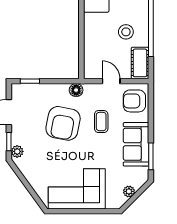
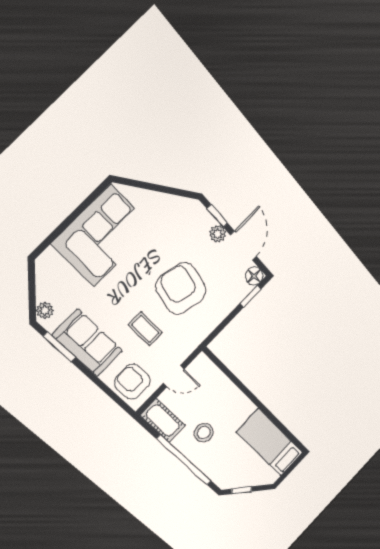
floor lamp: (76, 90) -> (254, 276), moved
armchair: (134, 101) -> (132, 382), turned -90
plant: (17, 151) -> (218, 234), moved
plant: (129, 191) -> (45, 311), moved

